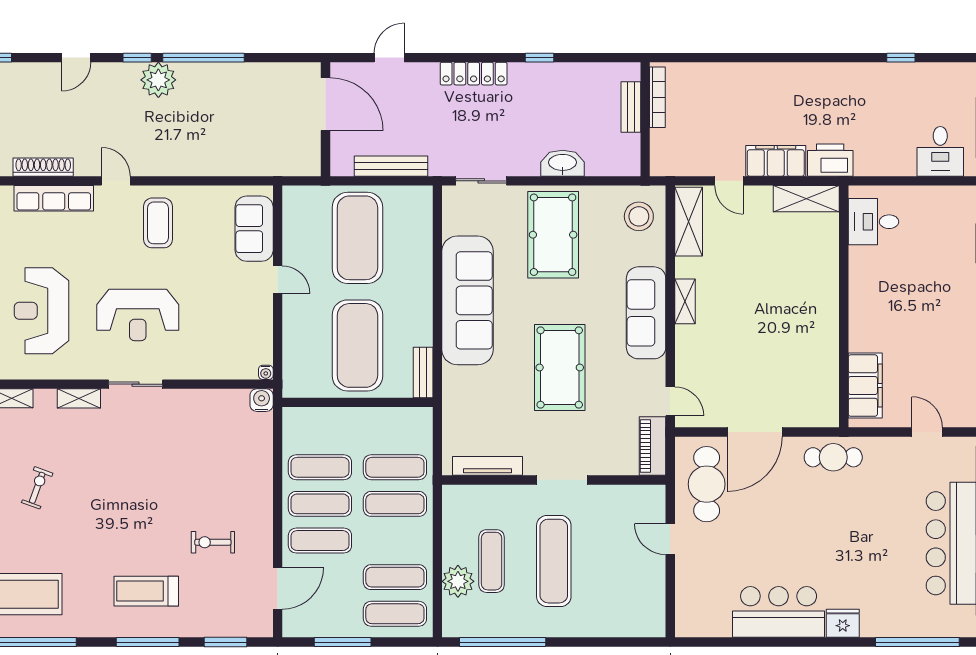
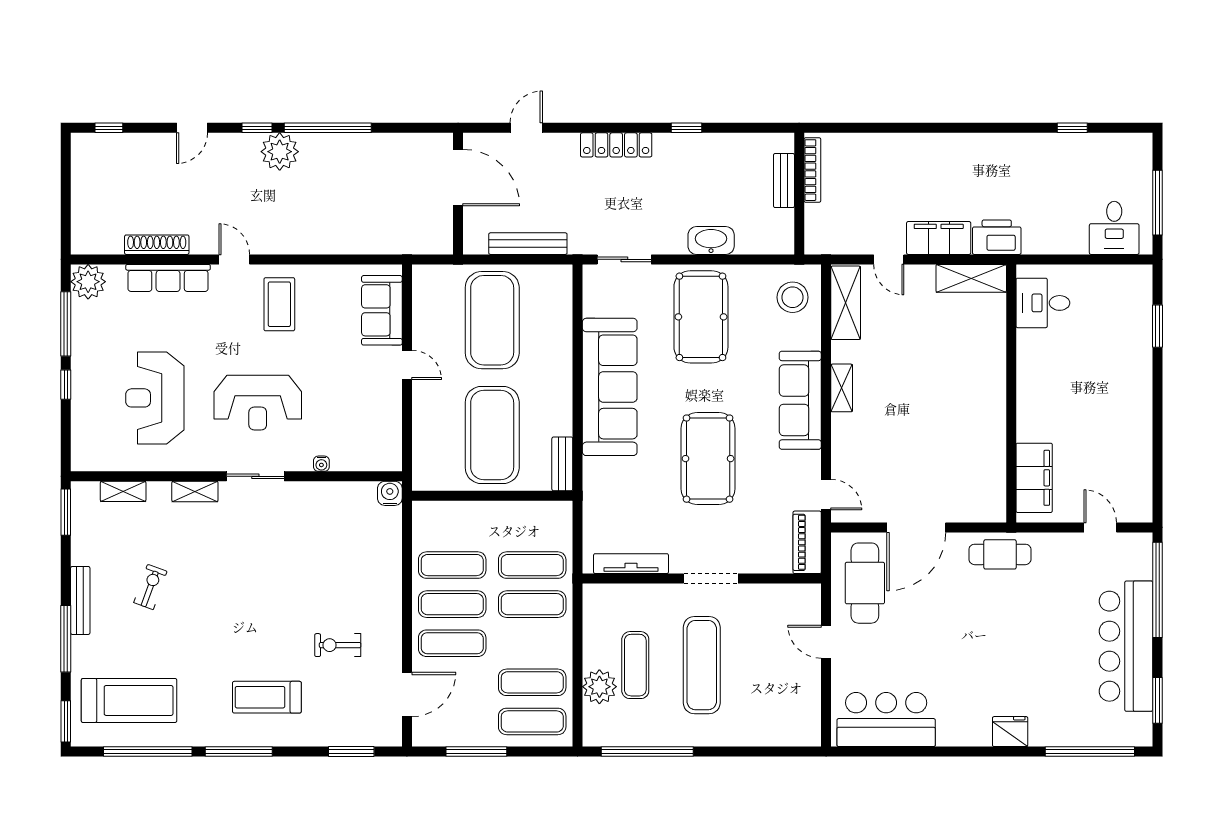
water cooler: (266, 372) -> (321, 464), moved
bar counter: (779, 612) -> (886, 720), moved
window: (148, 642) -> (239, 752), moved

